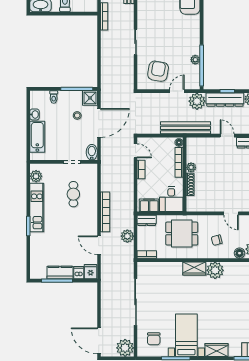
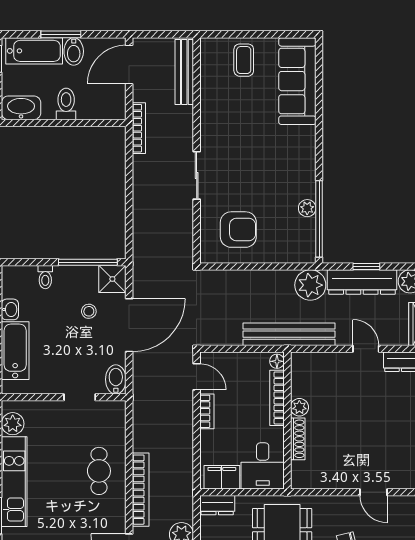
armchair: (158, 71) -> (238, 230), turned 80
door: (177, 91) -> (273, 266), removed
cafe table: (73, 194) -> (99, 471), moved

